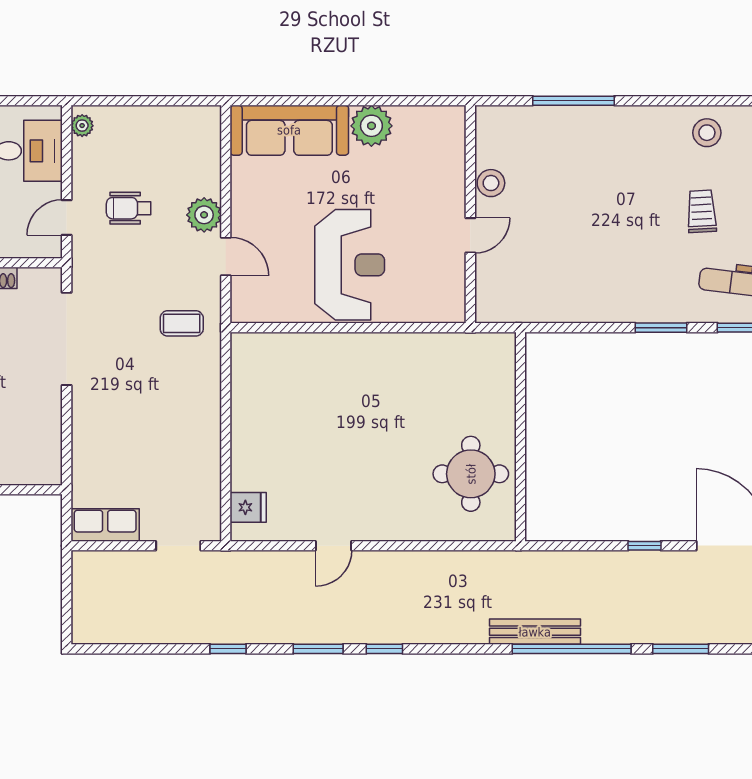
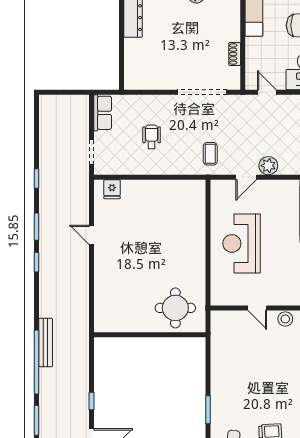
wheelchair: (129, 208) -> (152, 137), moved
reception desk: (350, 265) -> (242, 243), turned 90
round table: (471, 474) -> (175, 308), moved

